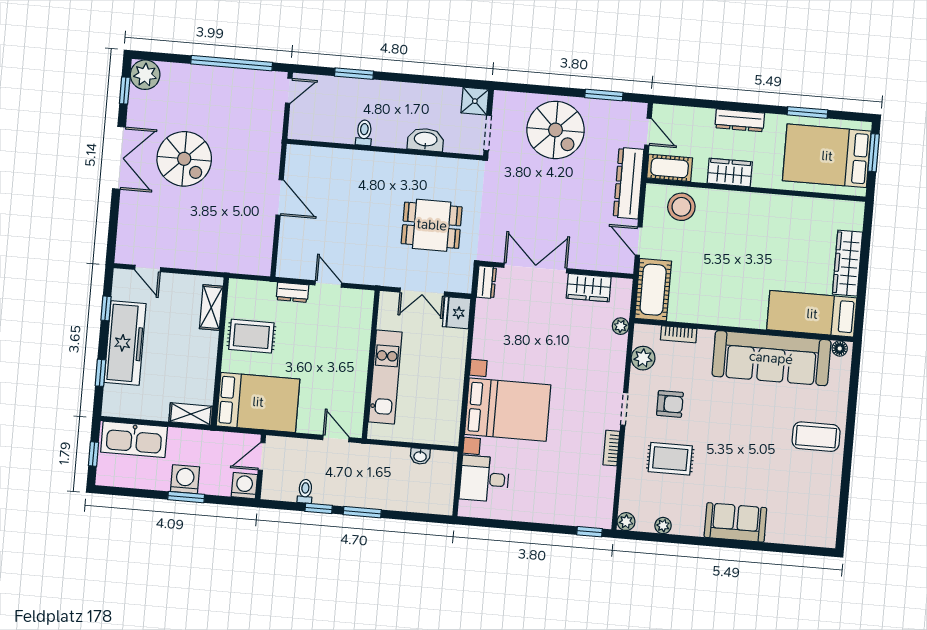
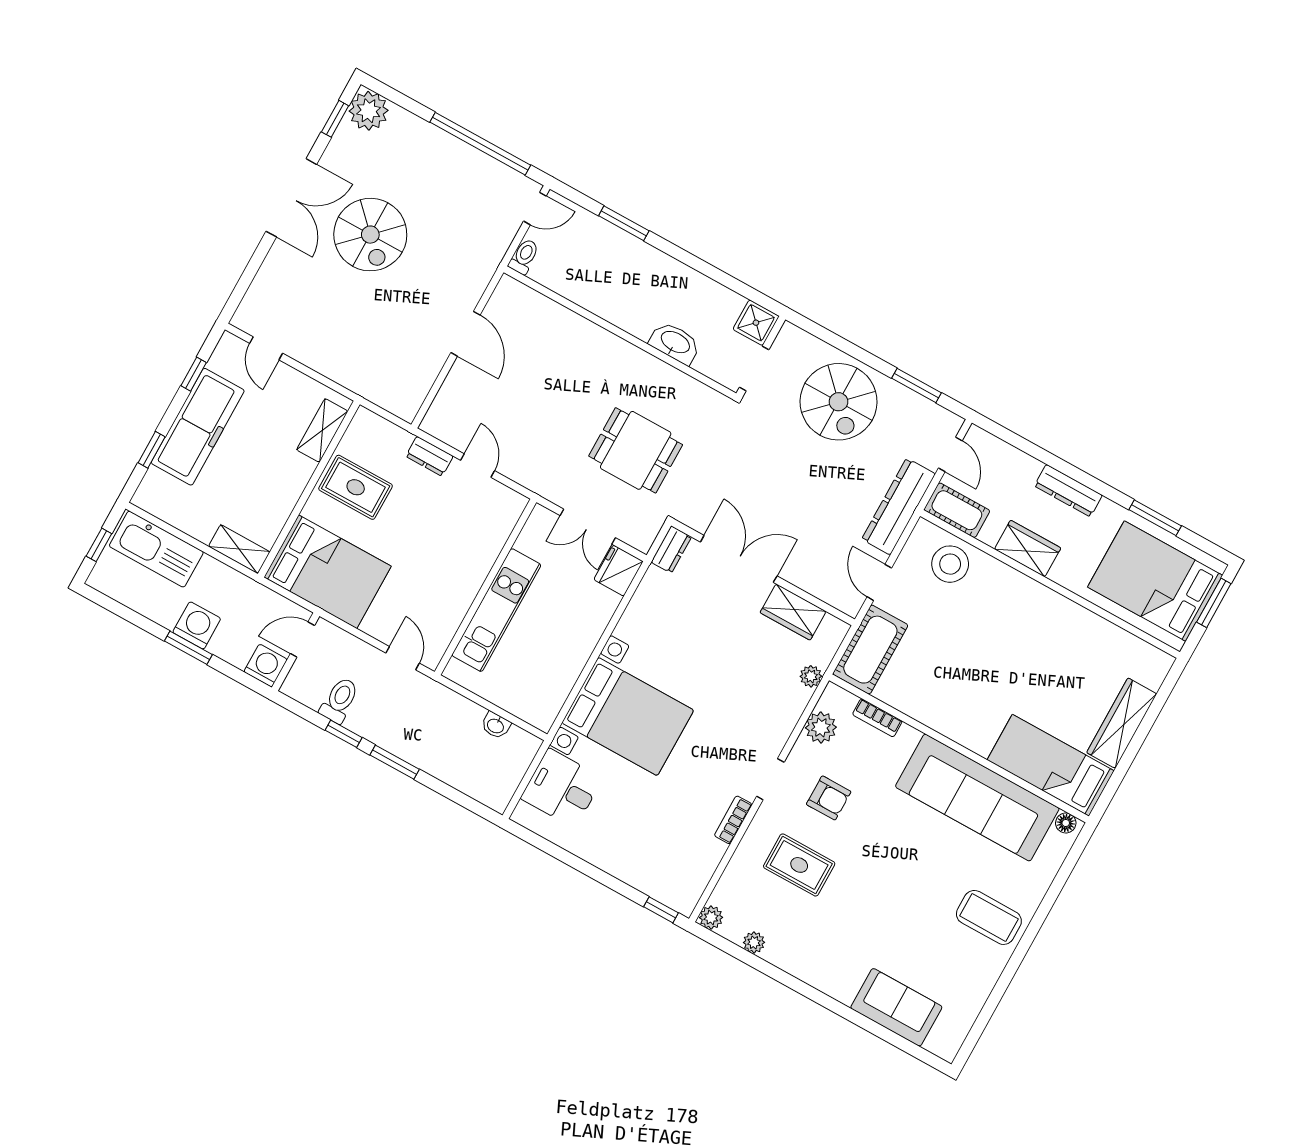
toilet: (364, 133) -> (524, 256), moved
toilet: (305, 491) -> (339, 700), width x1.37, depth x1.39
sofa: (735, 522) -> (896, 1007), moved

